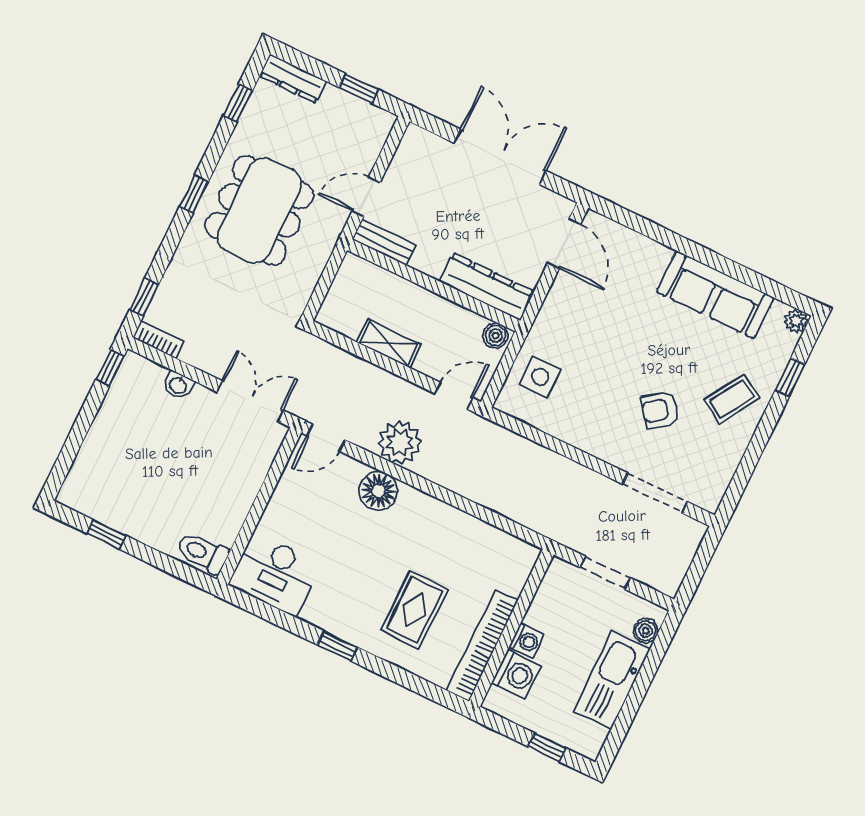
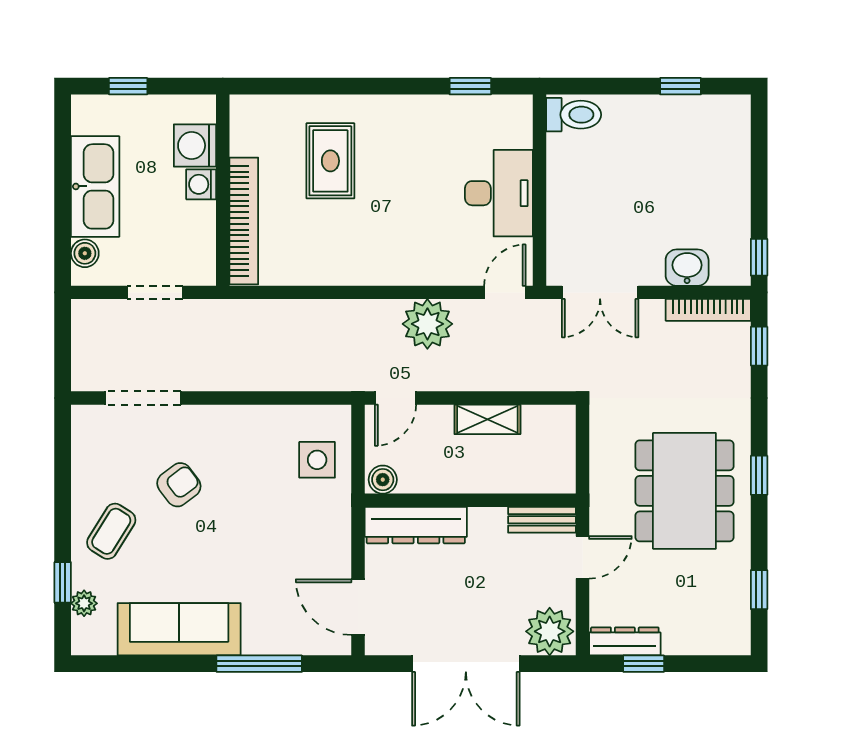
dresser: (293, 79) -> (625, 641), moved
plant: (421, 150) -> (550, 631), added
window: (665, 237) -> (259, 664), added
plant: (796, 321) -> (84, 603), moved
bookcase: (158, 340) -> (708, 310), width x1.56
washbasin: (178, 385) -> (687, 268), width x1.38, depth x1.45
floor lamp: (378, 491) -> (425, 264), removed
desk: (275, 574) -> (499, 193), moved, turned 90
window: (337, 646) -> (470, 86), moved
bookcase: (482, 646) -> (244, 221), moved

